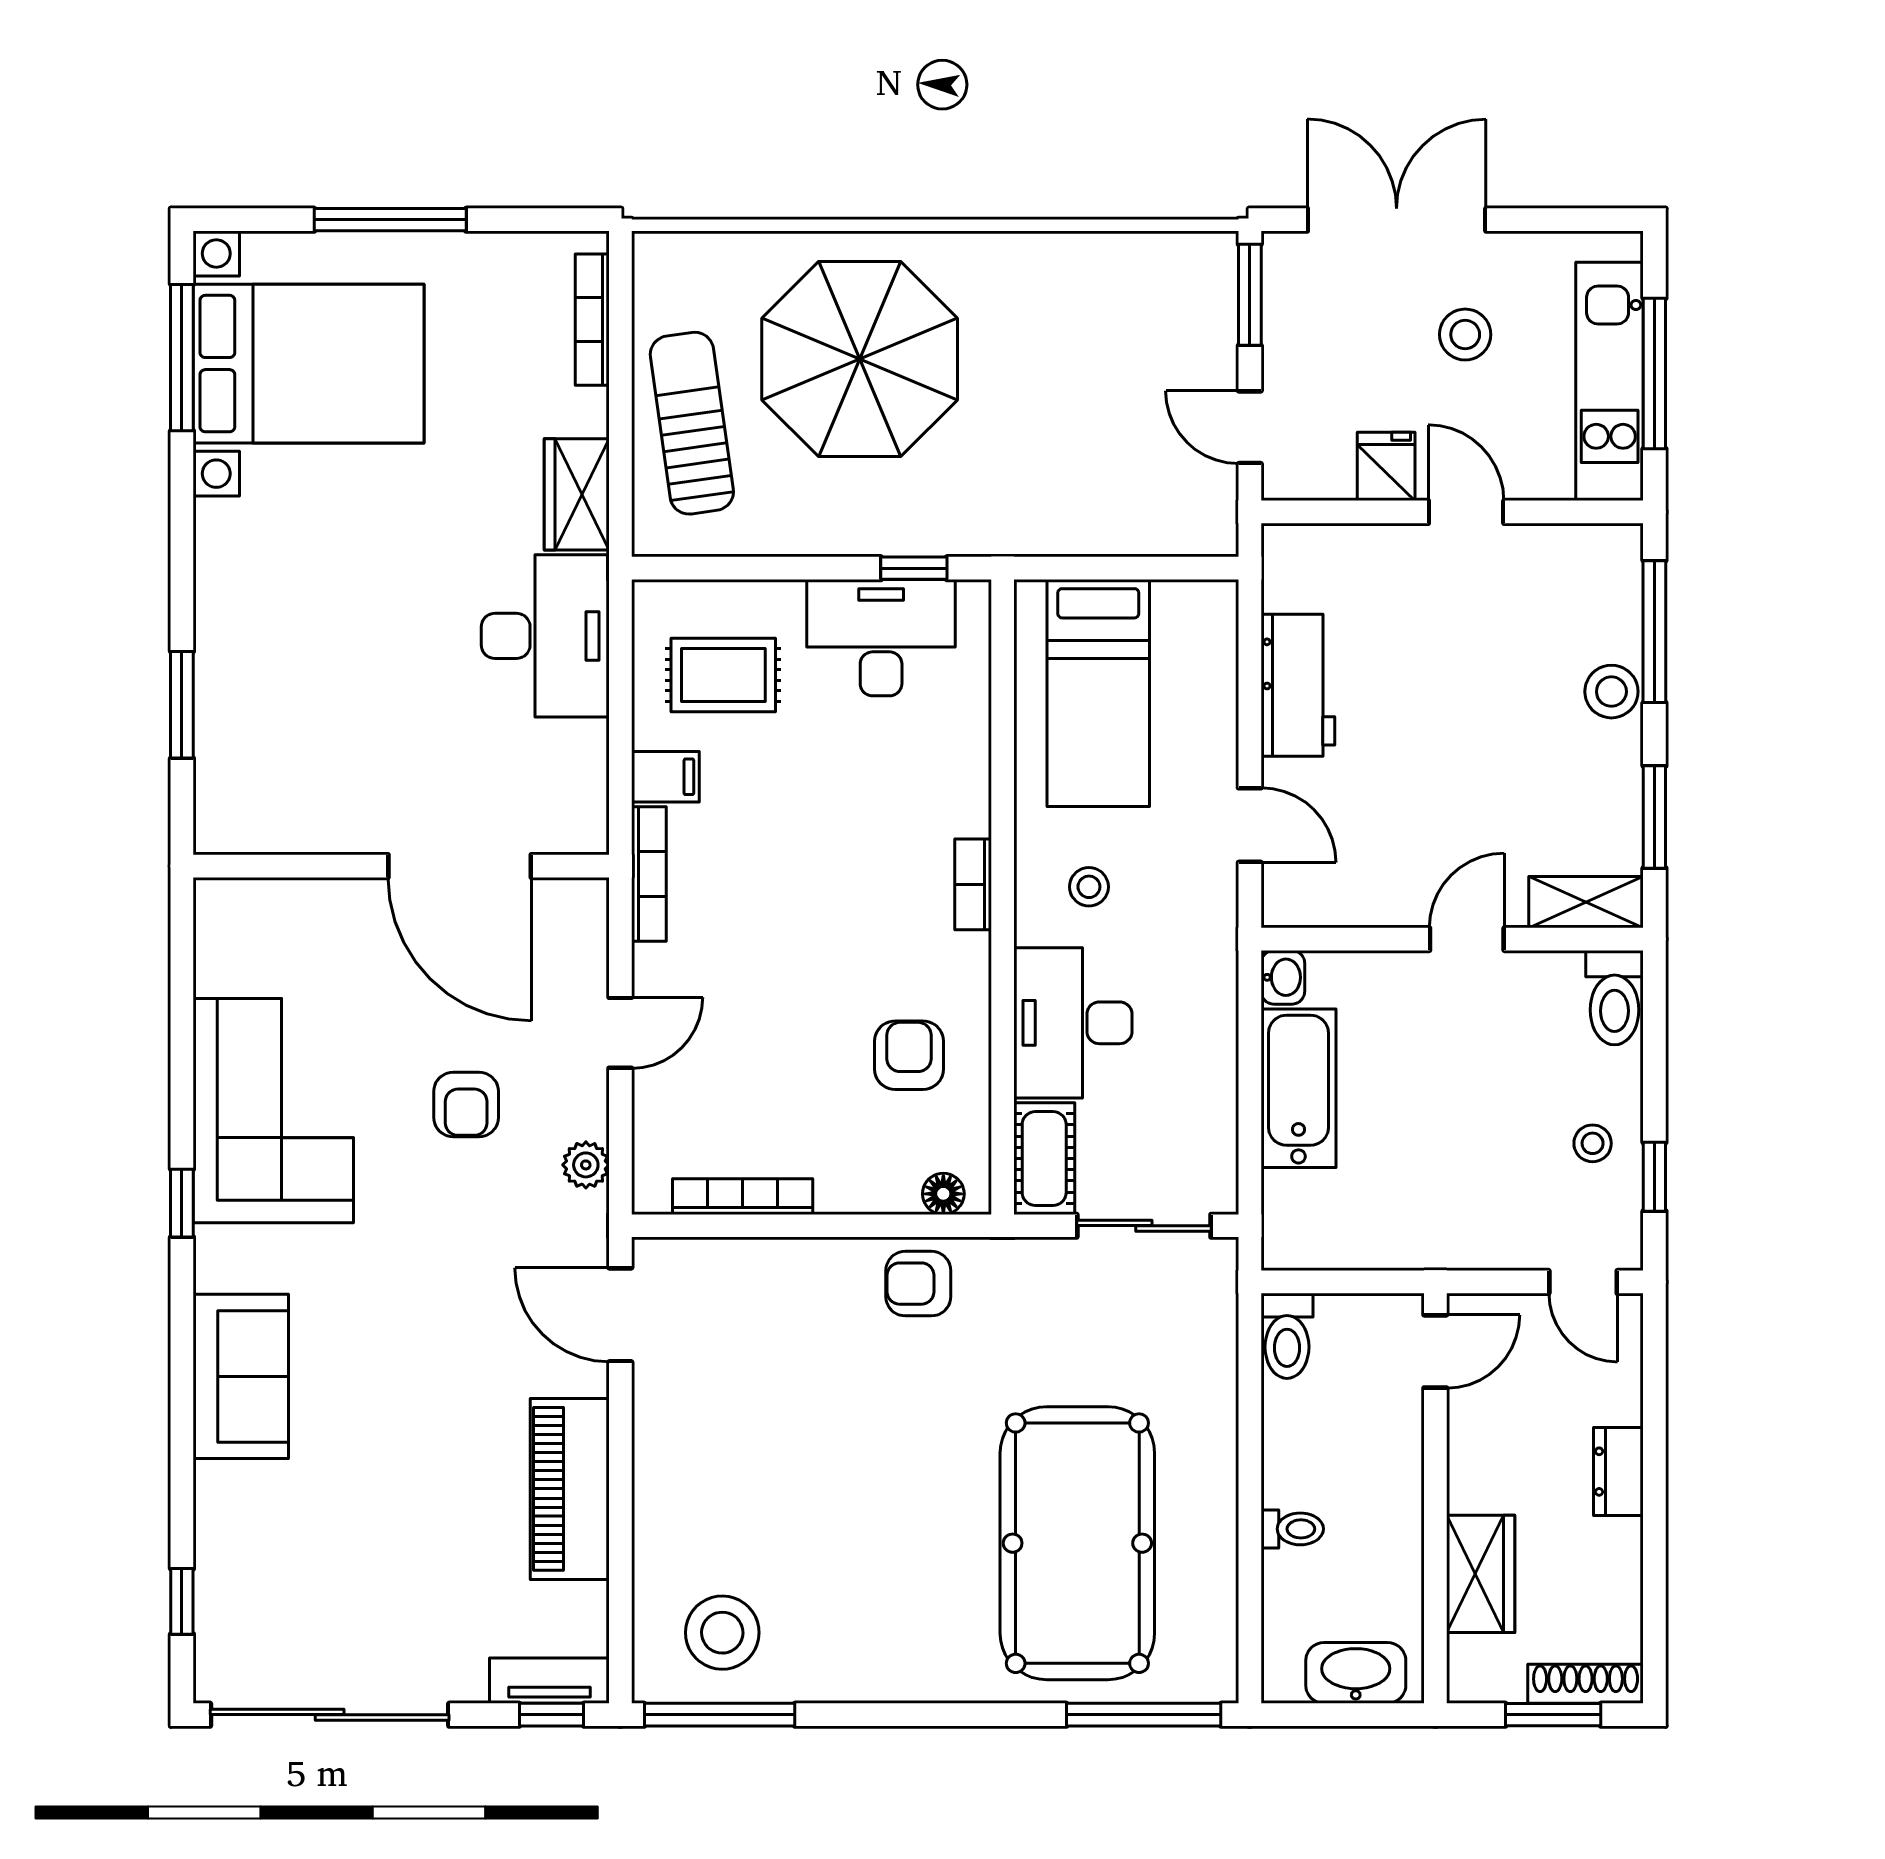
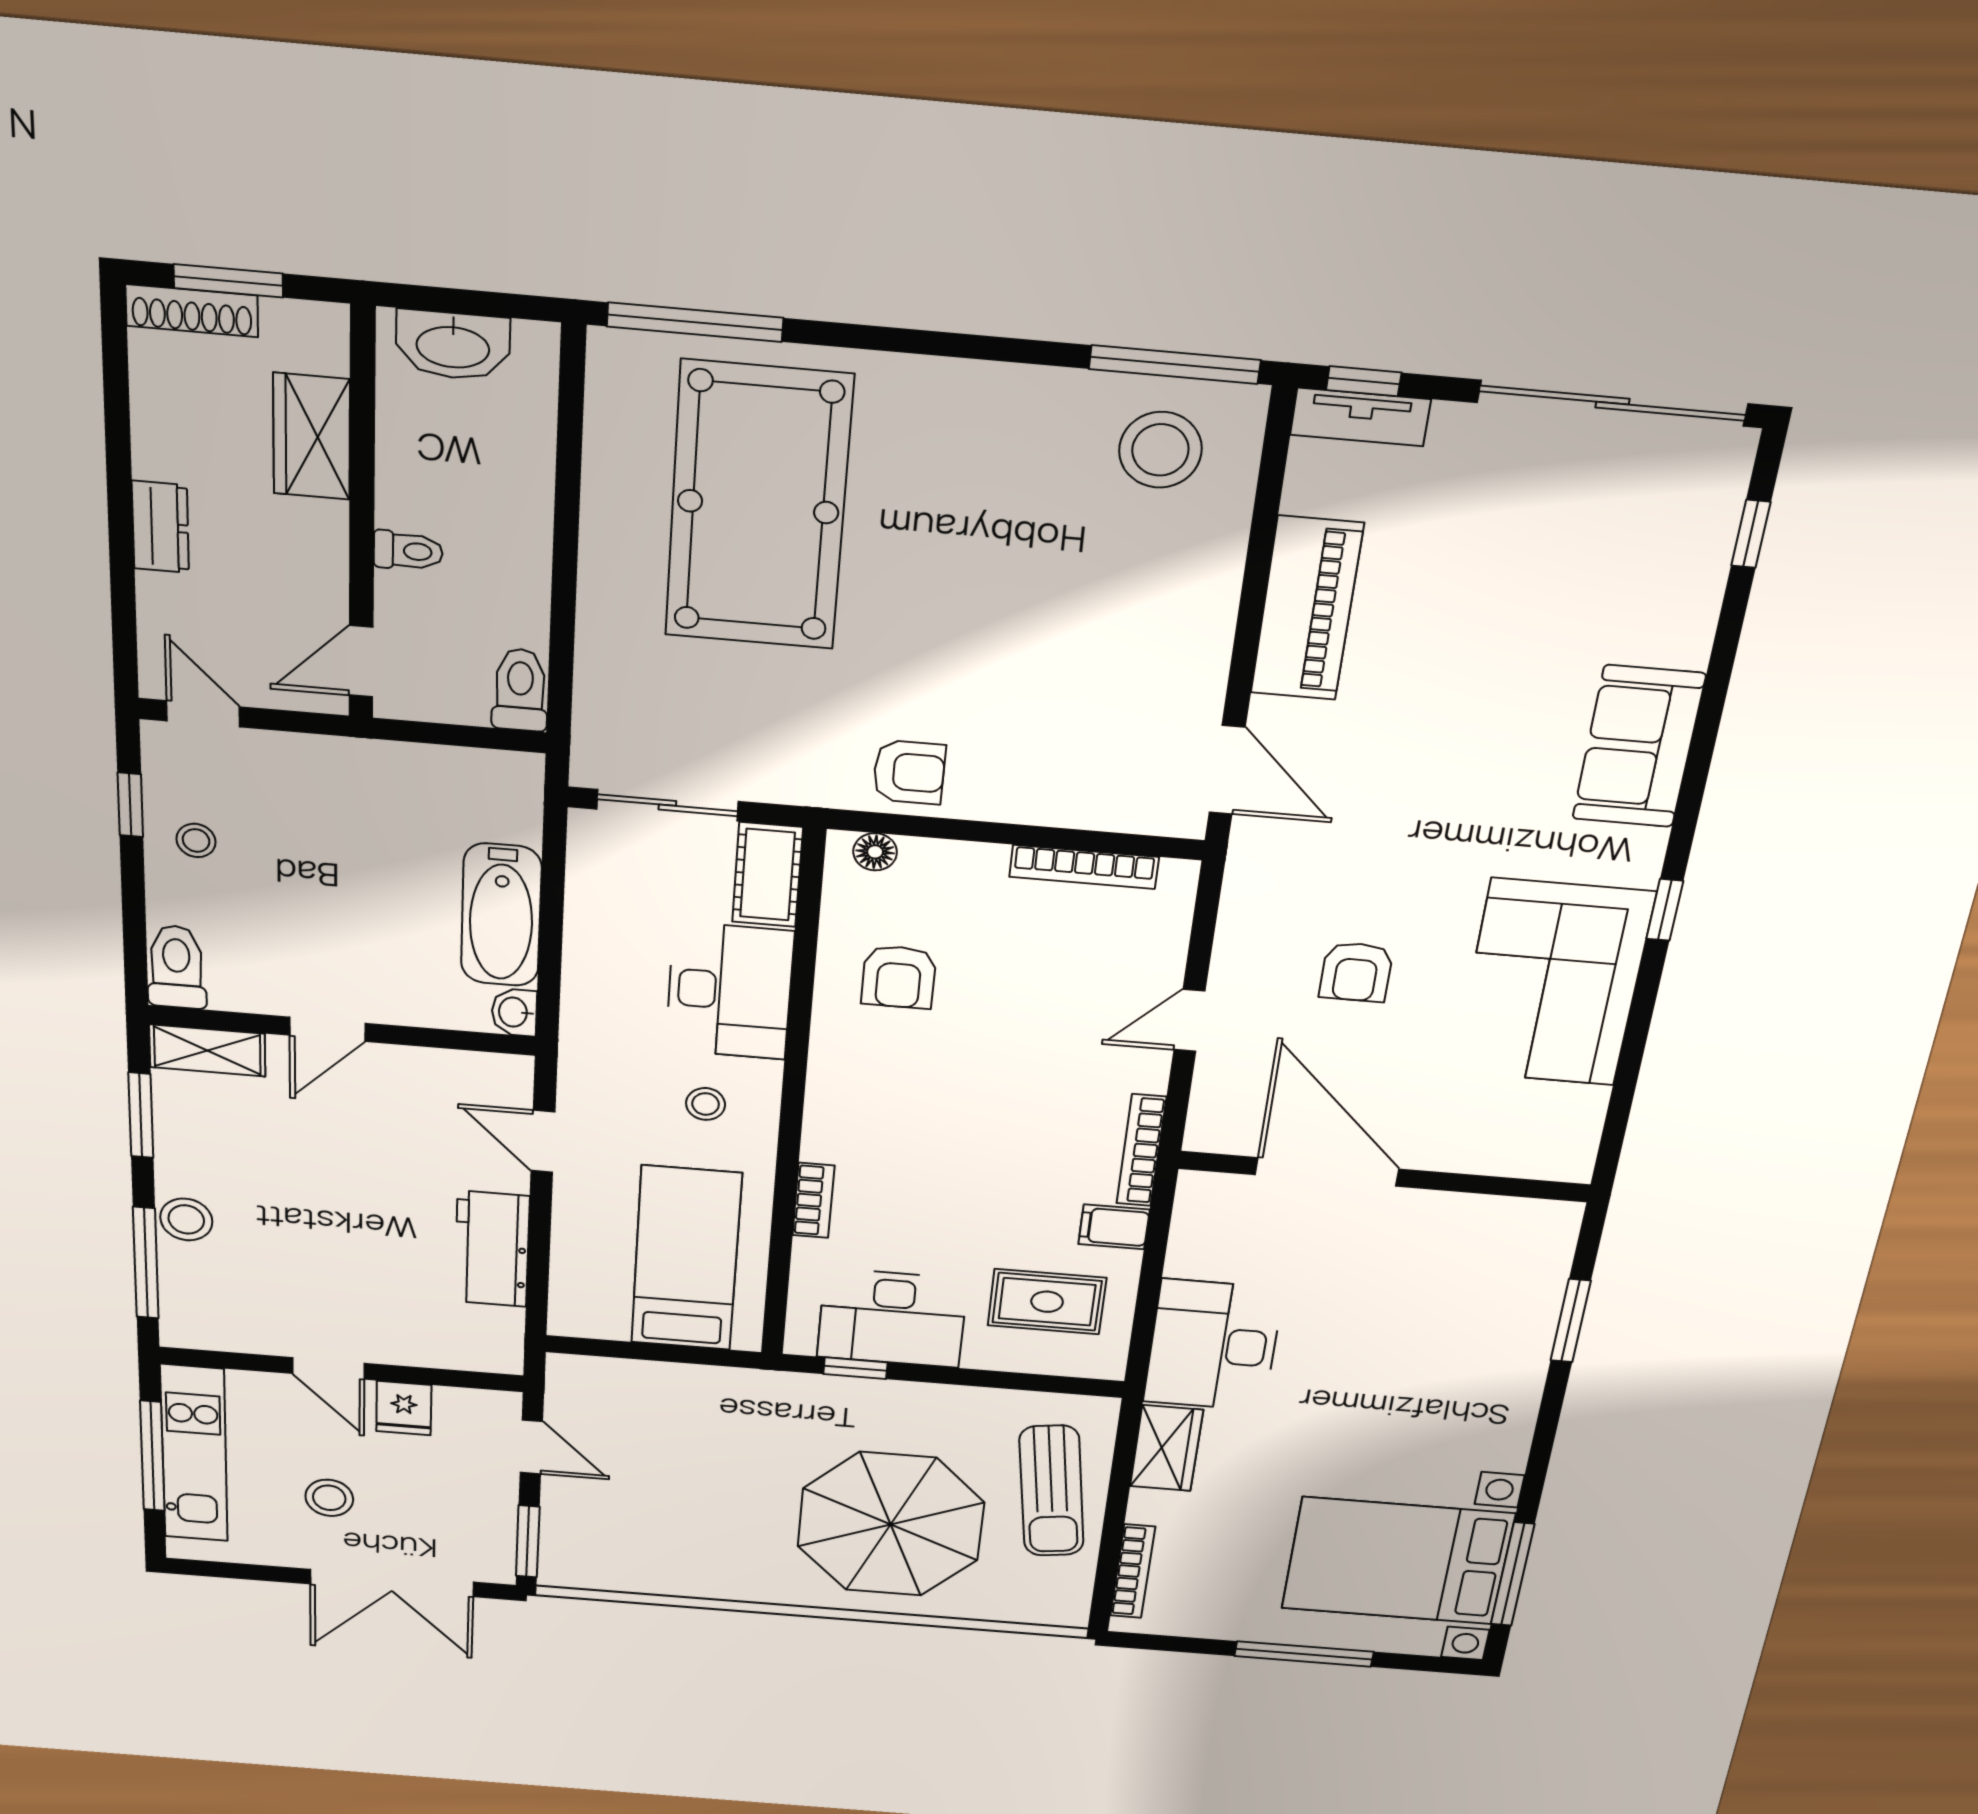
bookcase: (973, 884) -> (813, 1200), moved
armchair: (466, 1104) -> (1356, 972), turned 180
plant: (586, 1165) -> (1242, 909), removed
toilet: (1292, 1529) -> (408, 551), moved, turned 180

